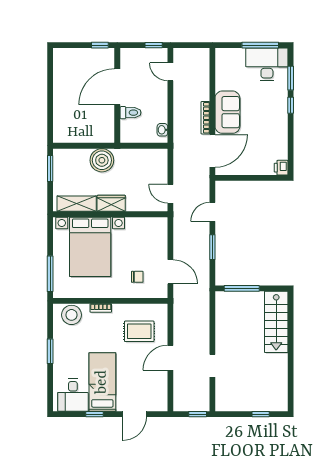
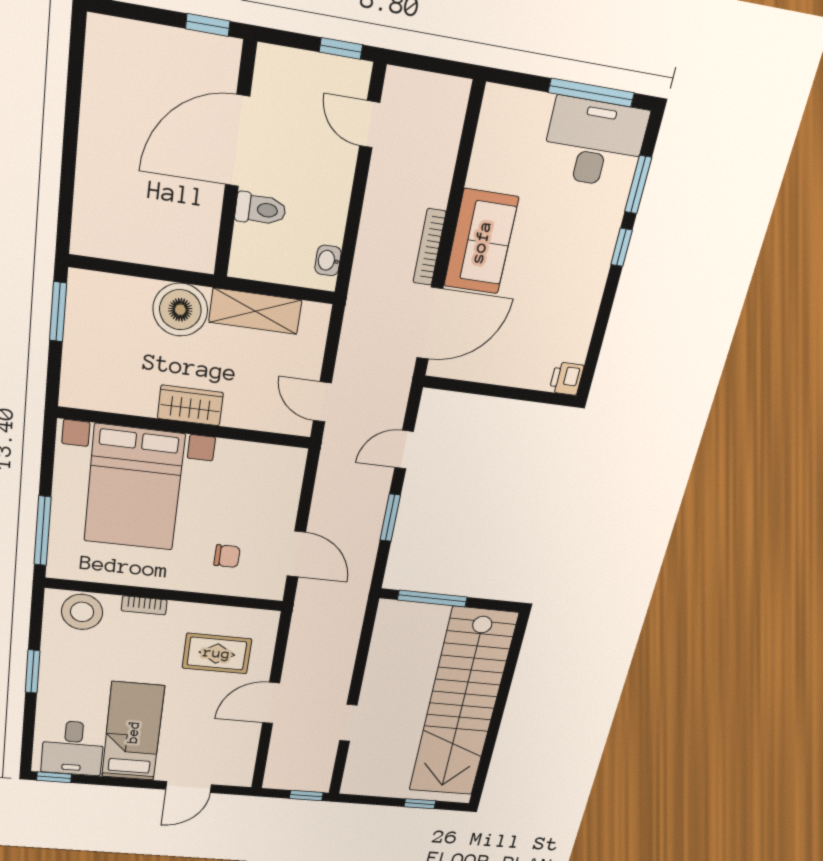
shelving: (77, 204) -> (255, 311), moved
stairs: (276, 322) -> (462, 704), width x1.86, depth x1.51
window: (94, 414) -> (54, 777), moved

